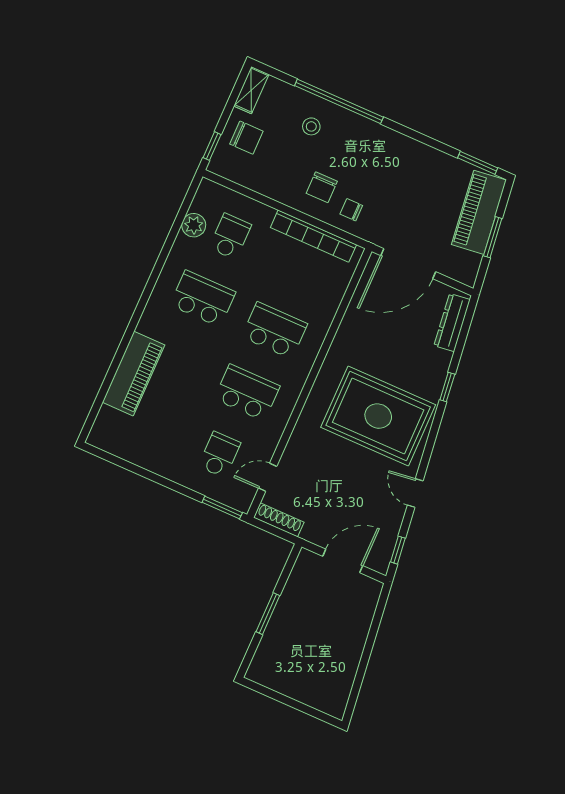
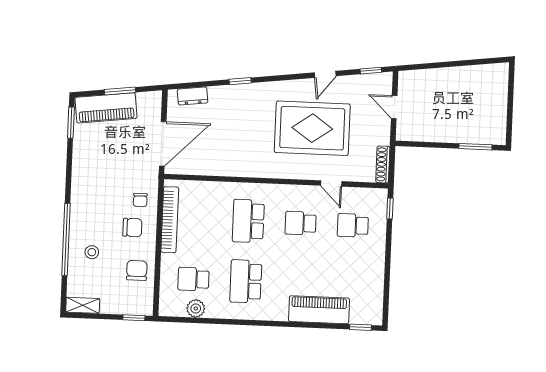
chair: (246, 138) -> (137, 270), moved
door: (408, 264) -> (163, 144), hinge flipped
dresser: (452, 323) -> (193, 96), width x0.70
school desk: (247, 392) -> (301, 223), width x0.54
window: (93, 415) -> (360, 327), added
rug: (378, 416) -> (312, 128), moved, turned 90
door: (268, 477) -> (331, 183), moved
window: (222, 508) -> (390, 208), width x0.67
door: (343, 561) -> (394, 107), width x0.73
window: (268, 614) -> (475, 147), moved

